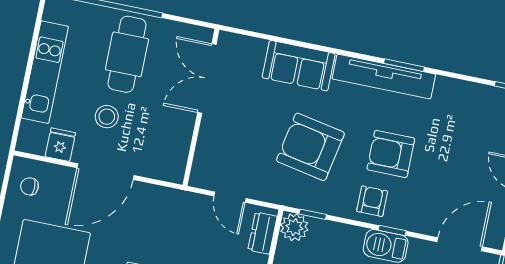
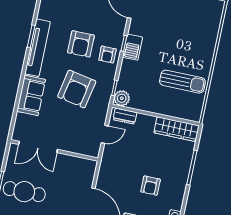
stool: (107, 117) -> (59, 203), removed
armchair: (372, 201) -> (107, 55), turned -90

